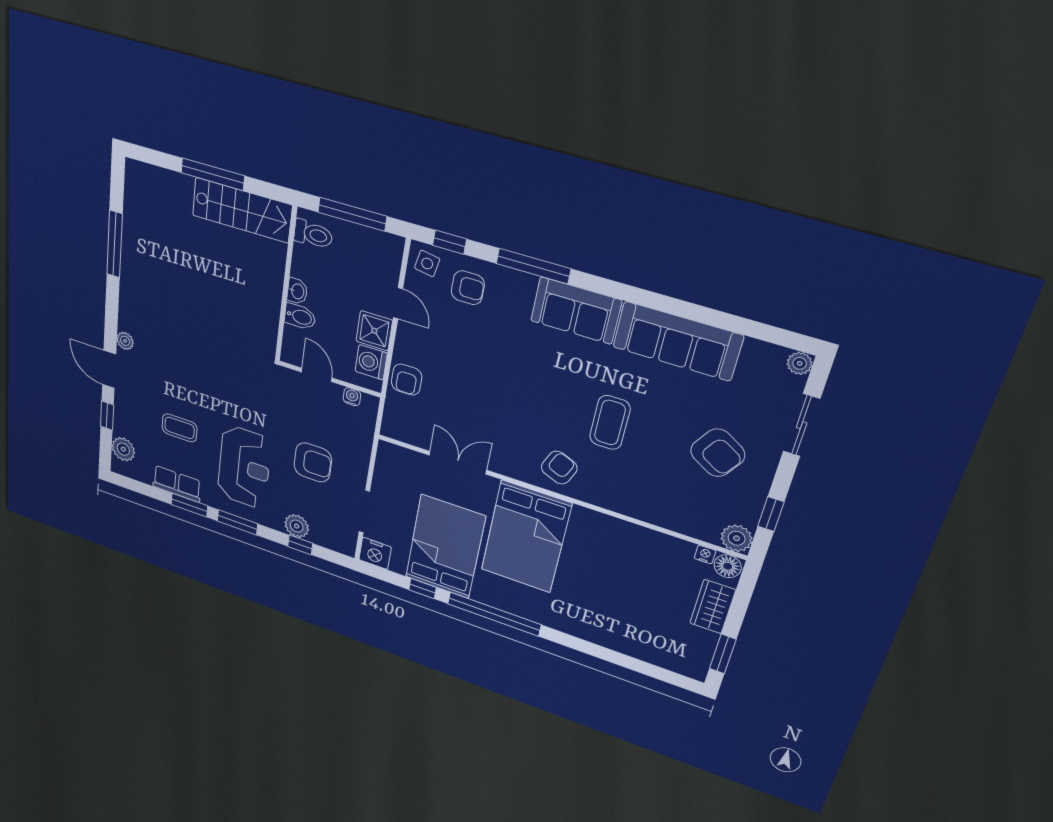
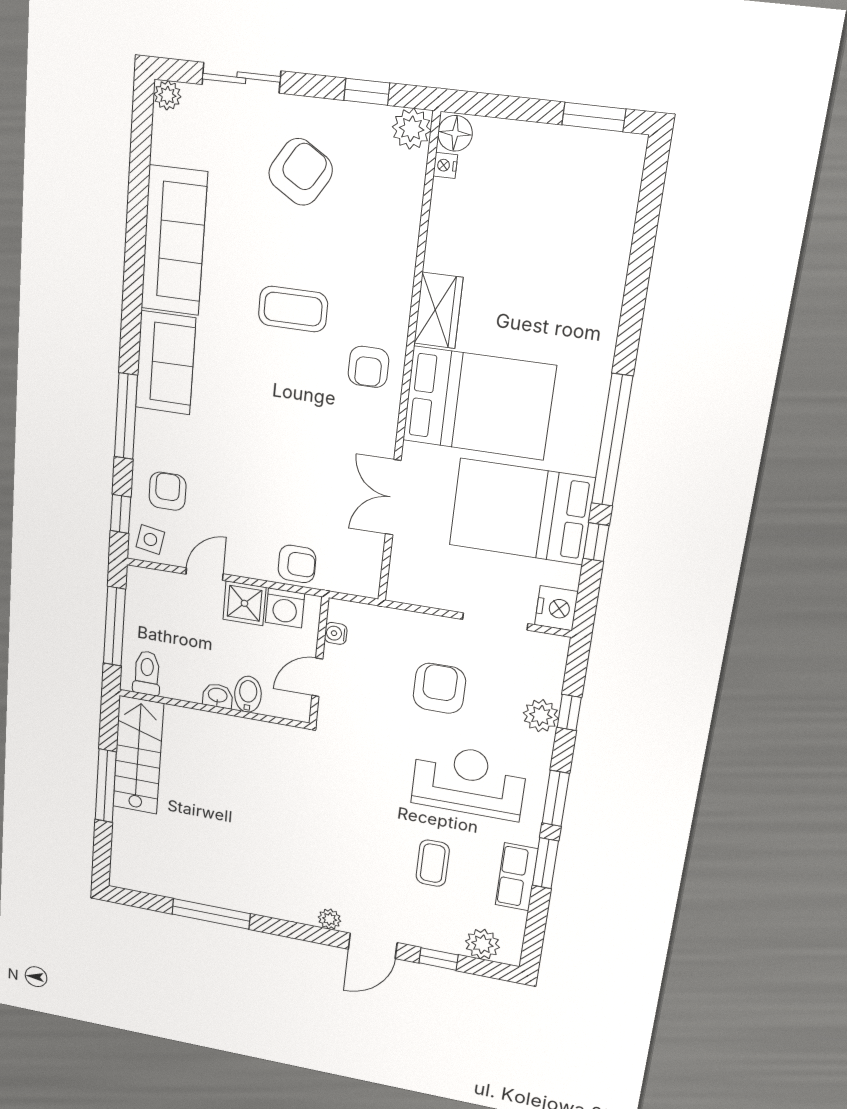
armchair: (559, 468) -> (368, 367), turned -113
wardrobe: (713, 607) -> (438, 310), moved, turned -90

